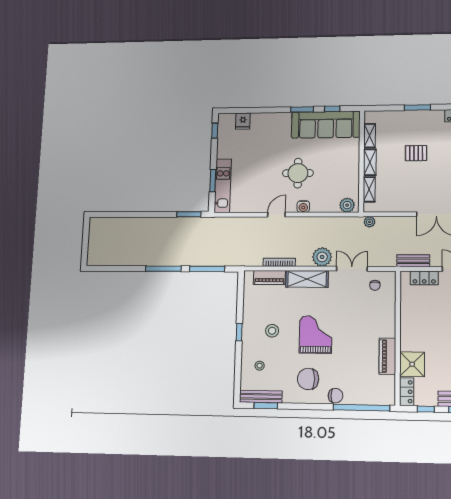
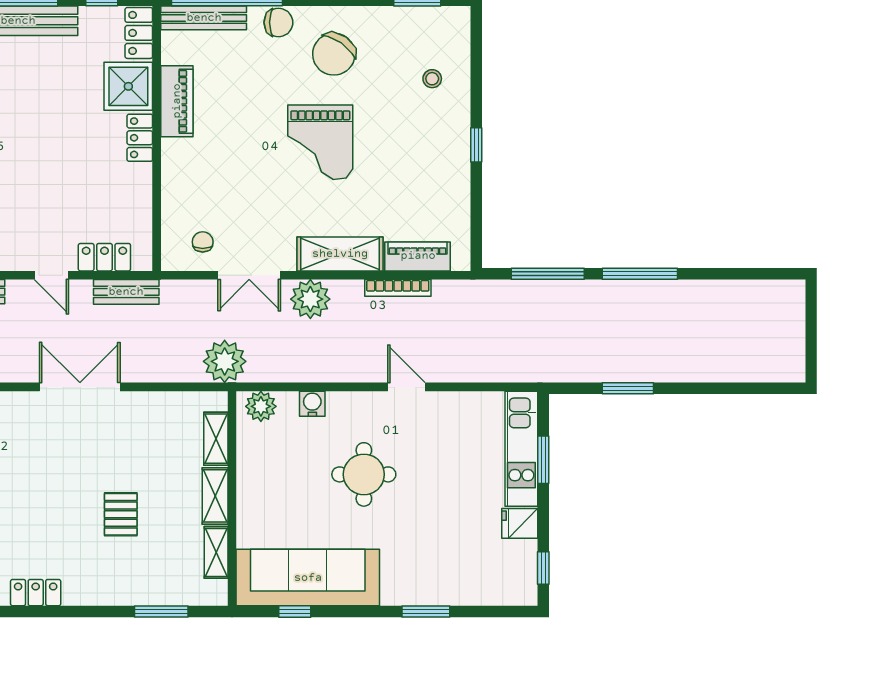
window: (417, 107) -> (161, 612), moved
window: (302, 109) -> (426, 612), moved
fridge: (243, 121) -> (520, 523), moved, turned -90
pallet: (416, 153) -> (121, 514), turned 90
water cooler: (303, 207) -> (312, 404), moved
window: (189, 214) -> (628, 388), moved
door: (276, 215) -> (406, 387), swing flipped
plant: (369, 222) -> (225, 361), width x1.87, depth x1.87
stool: (272, 331) -> (409, 149), removed
locker: (406, 338) -> (140, 138), added
chair: (308, 379) -> (334, 54), turned 125
chair: (336, 396) -> (278, 22), turned 180
bench: (261, 397) -> (204, 18), moved

